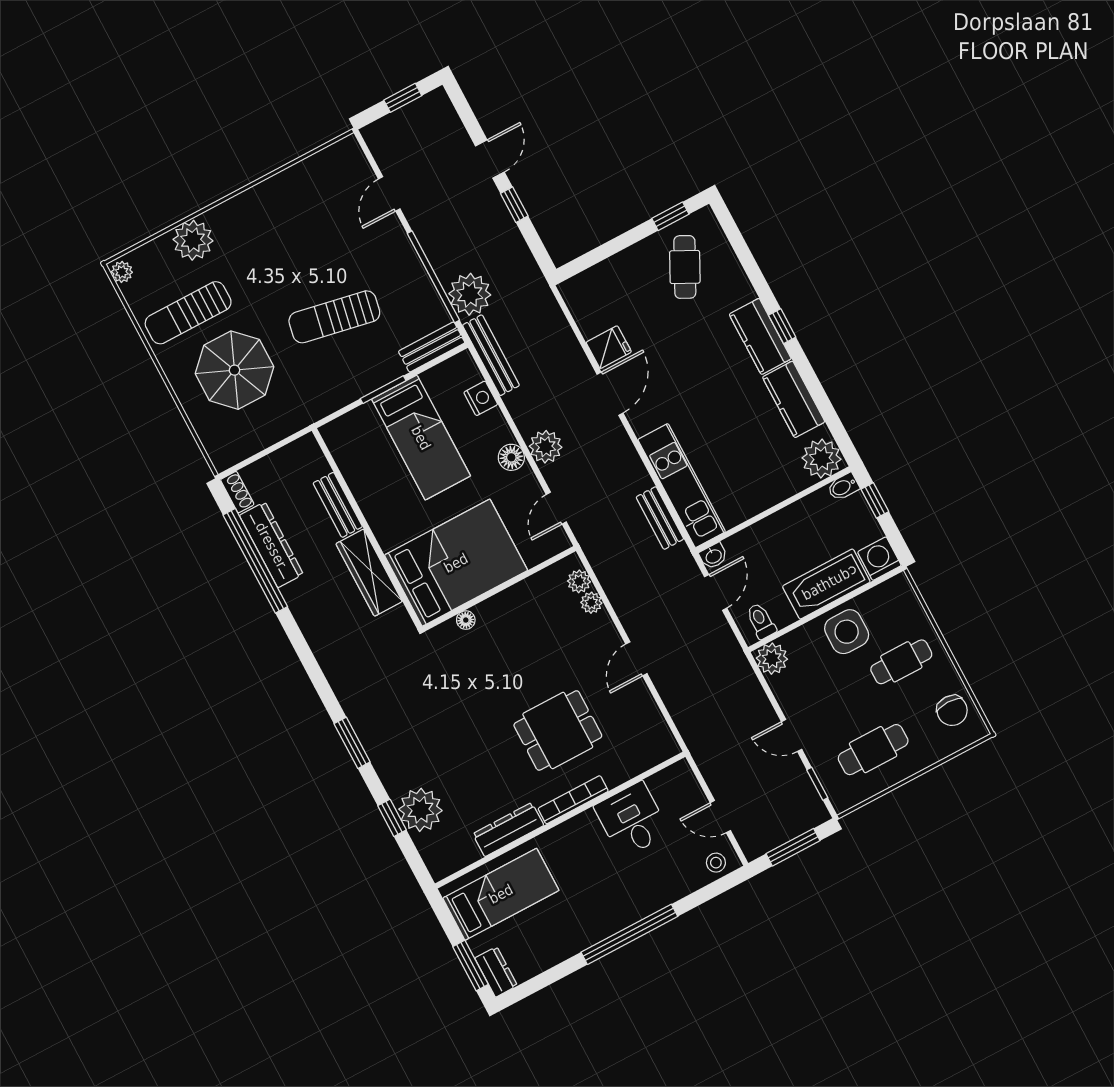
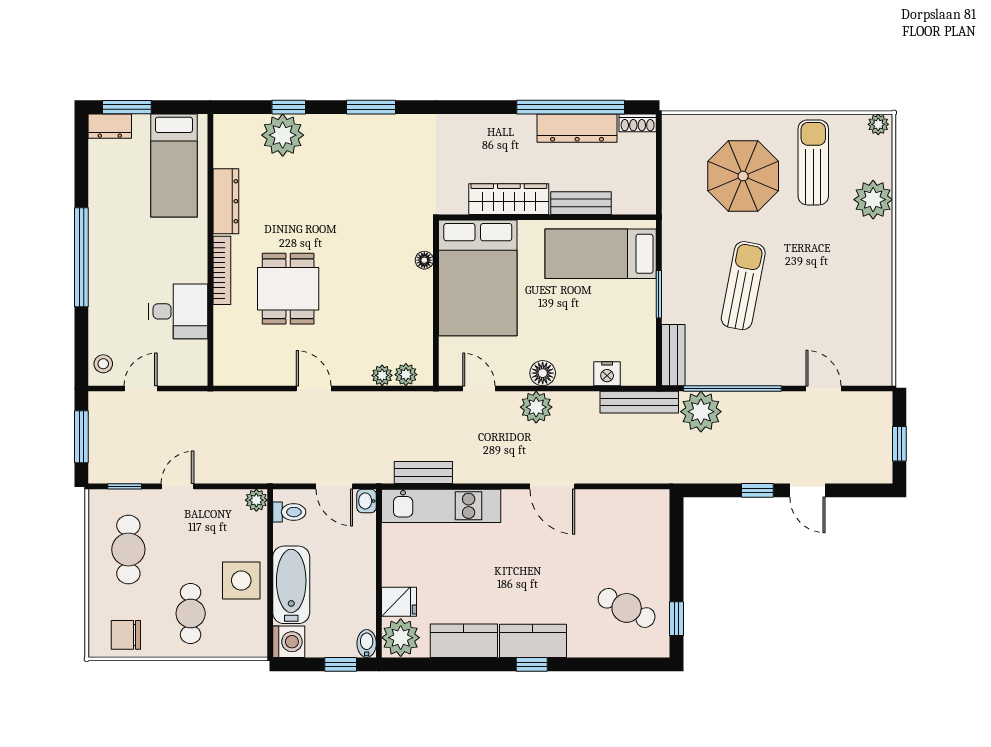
fridge: (609, 347) -> (399, 602), moved, turned -90
bed: (421, 438) -> (601, 254), moved
plant: (772, 659) -> (256, 500), width x0.73, depth x0.73

